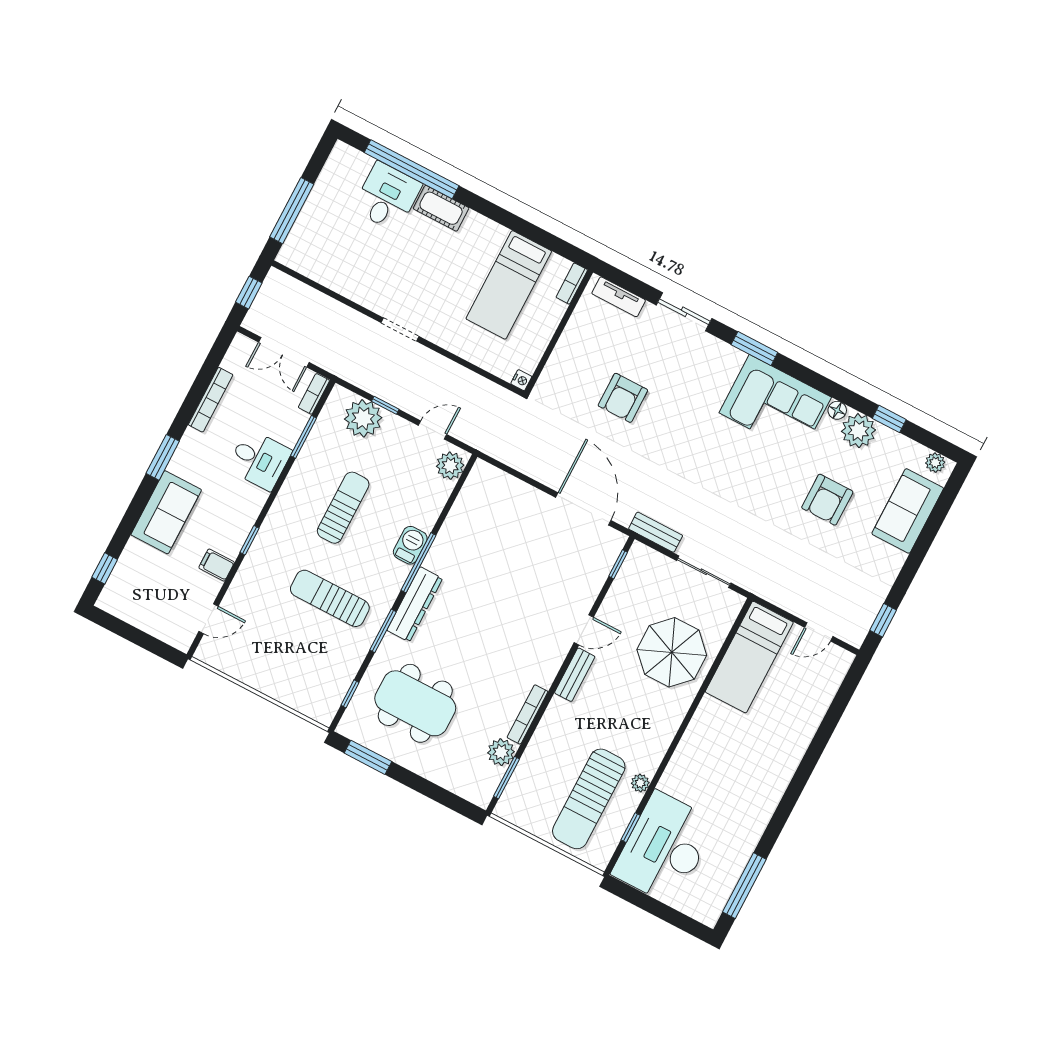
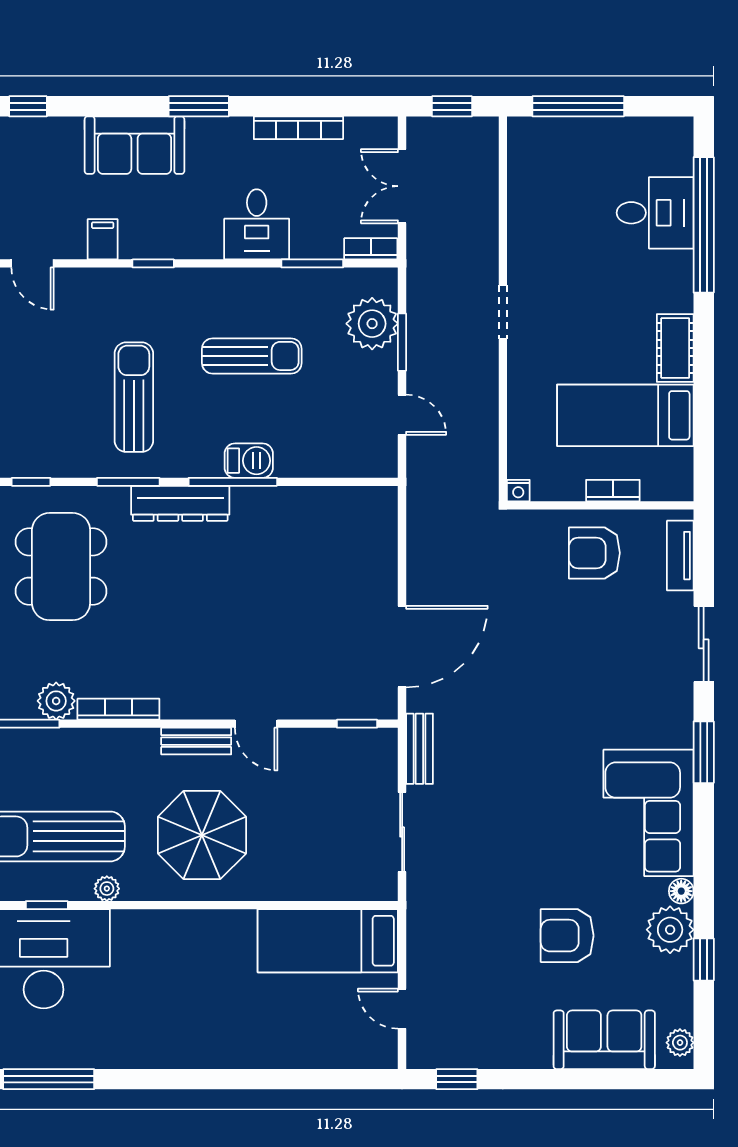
cot: (441, 208) -> (675, 348), moved
bookcase: (572, 284) -> (613, 491), moved
armchair: (623, 398) -> (594, 553), moved
window: (385, 405) -> (402, 342), width x1.50
plant: (450, 466) -> (370, 459), removed
parasol: (672, 652) -> (202, 835), moved

